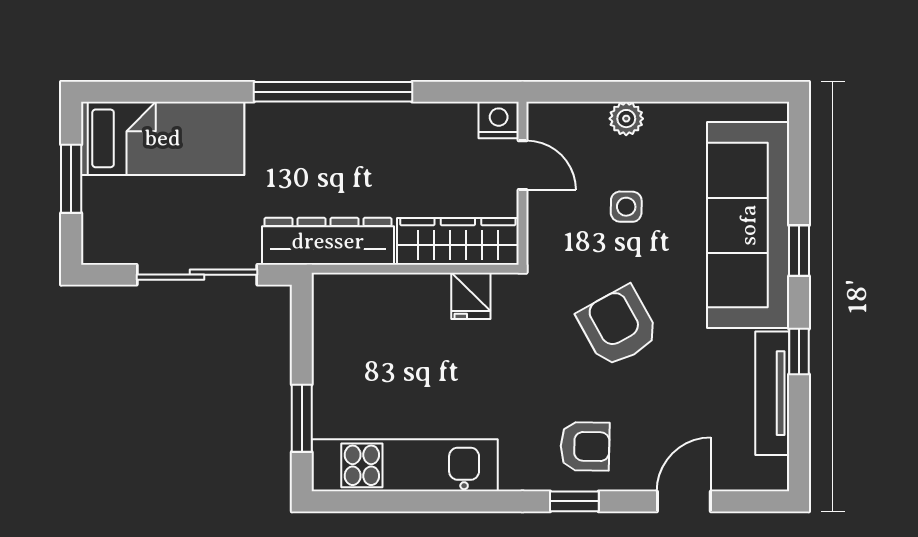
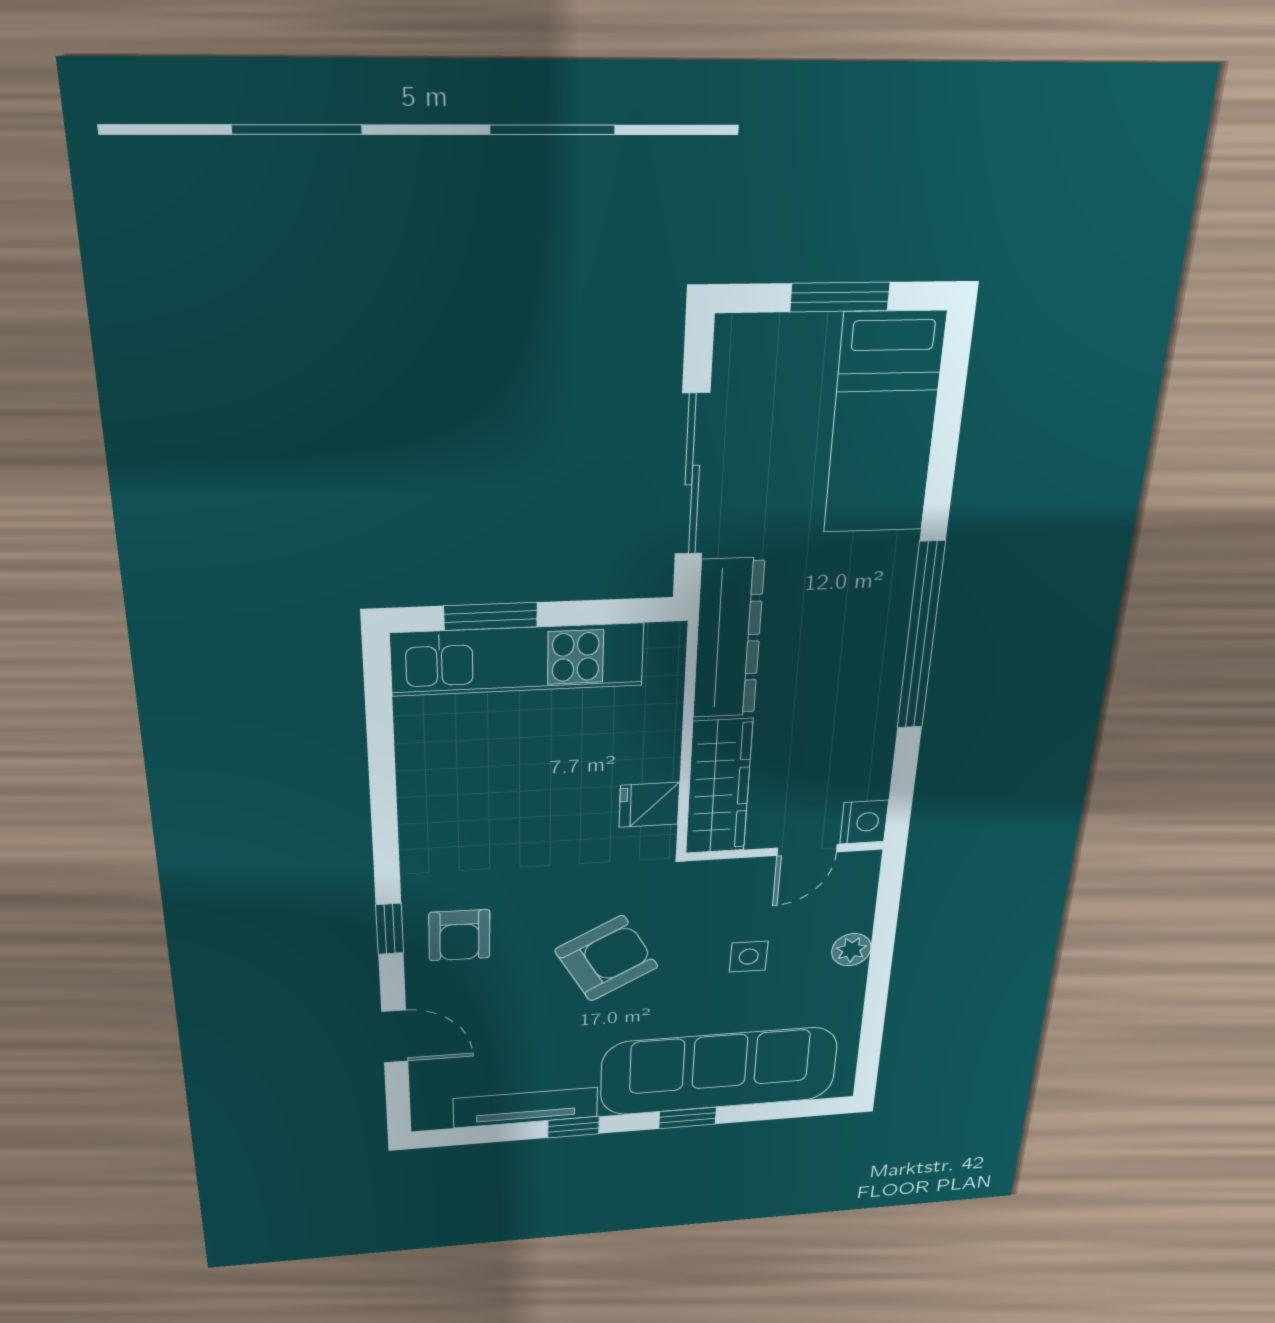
kitchen unit: (405, 465) -> (518, 659), moved, turned 90

